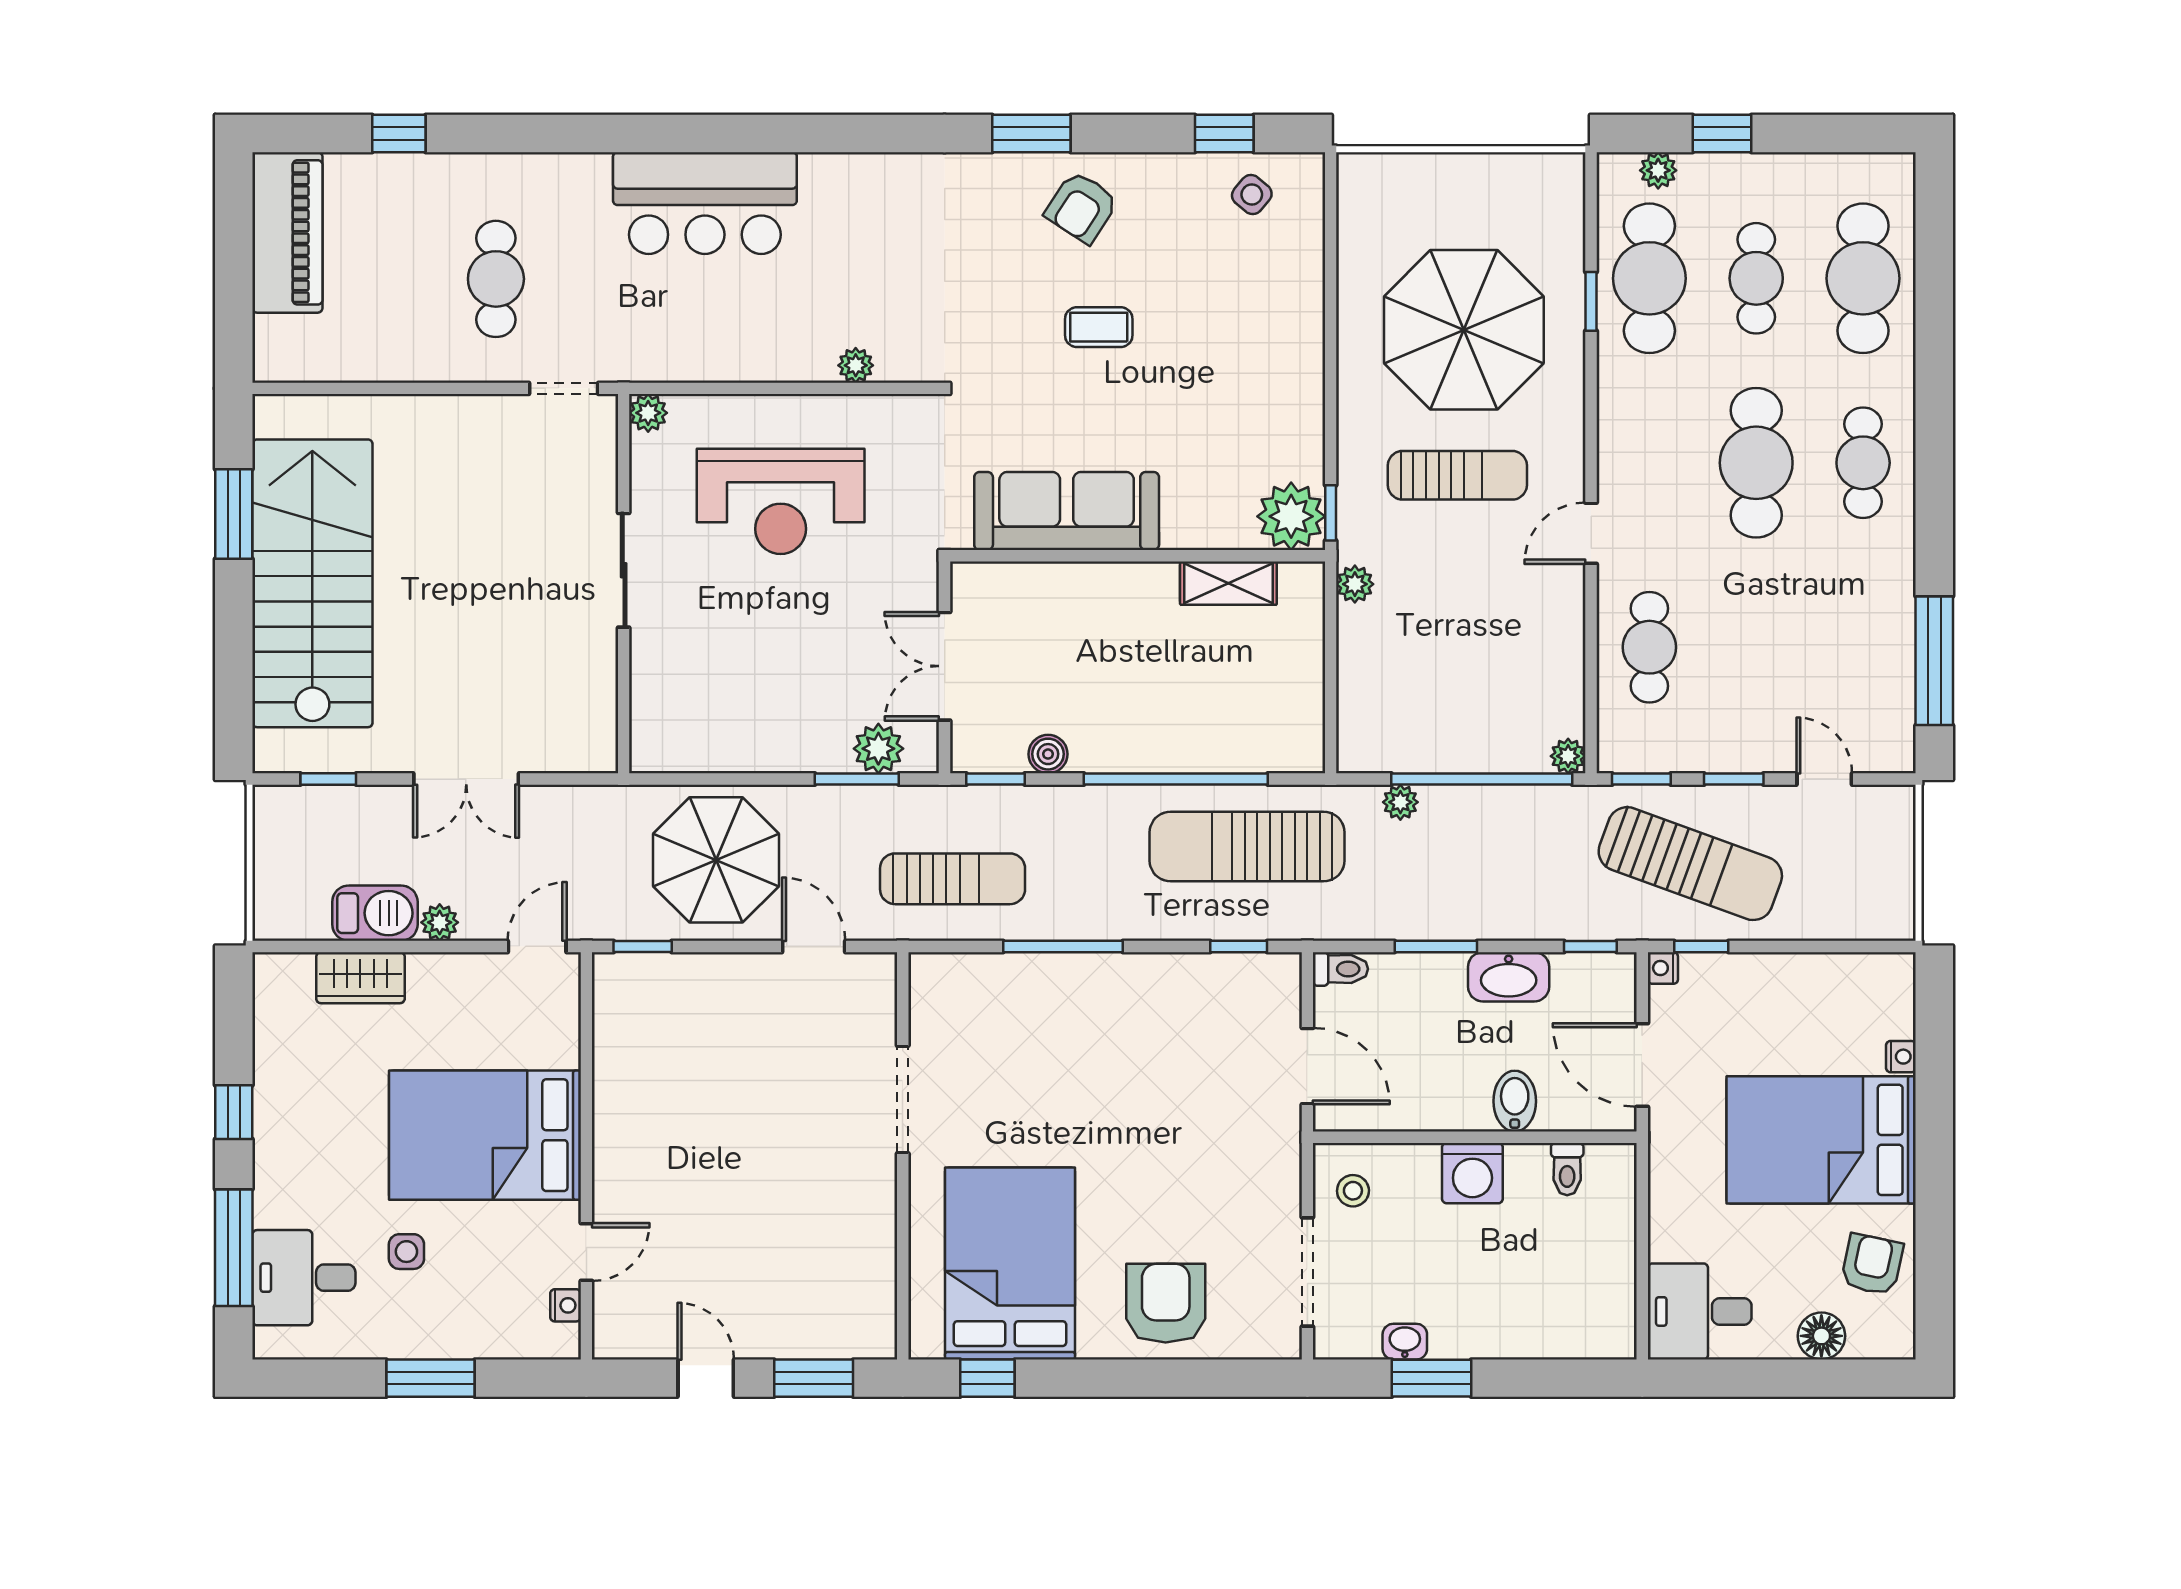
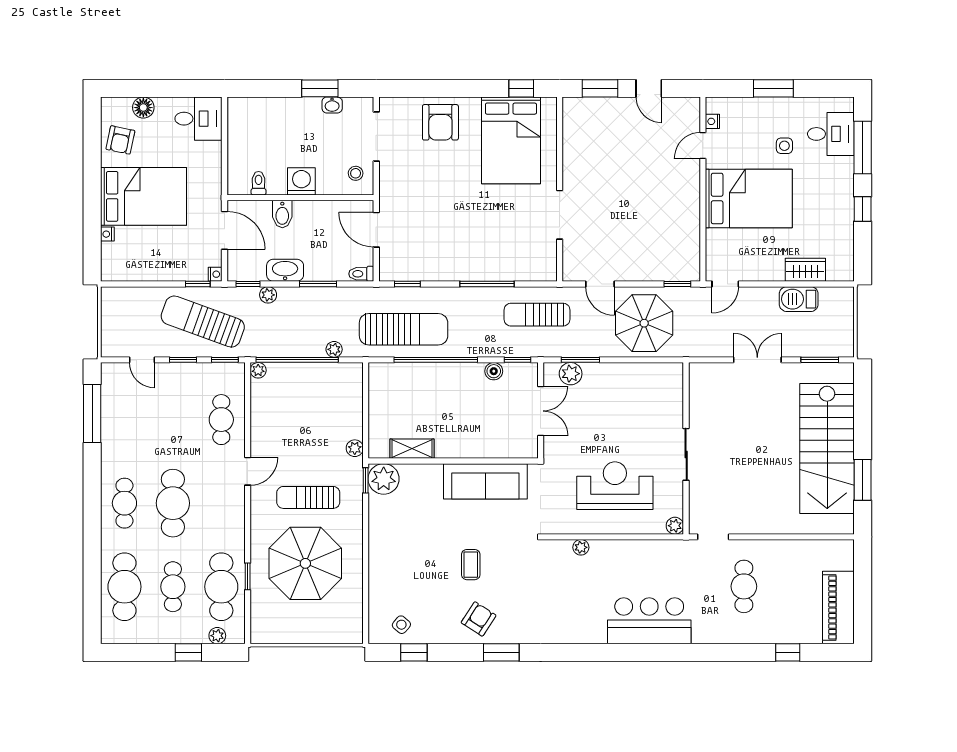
coffee table: (1099, 327) -> (471, 565), turned 90
window: (328, 779) -> (820, 360), width x1.50
plant: (440, 922) -> (268, 295), moved

